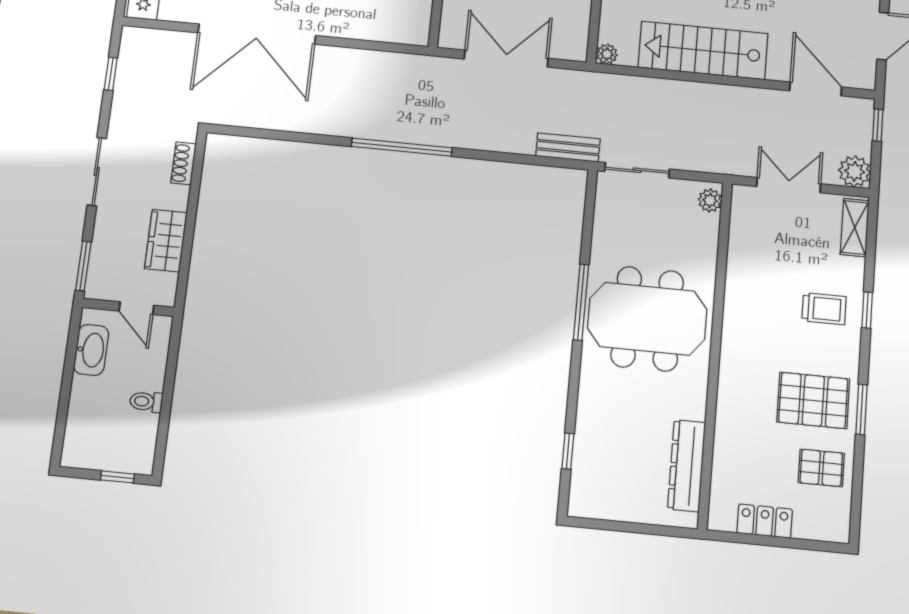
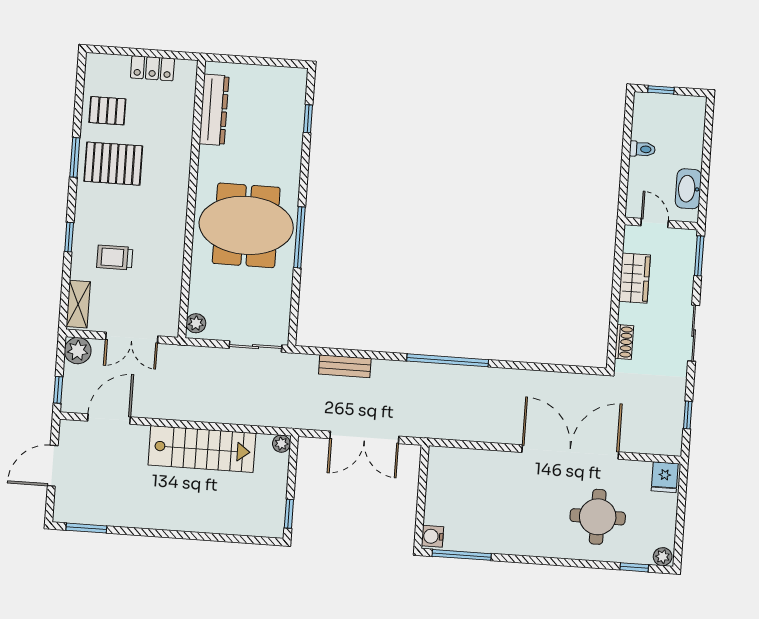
door: (816, 89) -> (109, 419), swing flipped
bench: (568, 148) -> (345, 366), moved
trolley: (824, 309) -> (115, 257), moved

